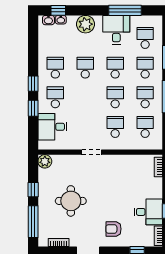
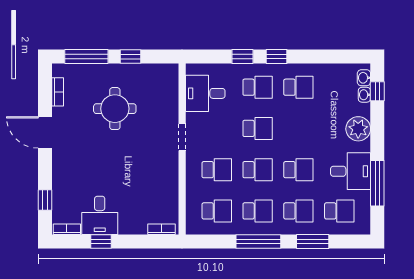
school desk: (85, 68) -> (258, 128), moved
desk: (52, 127) -> (205, 93), moved, turned -90
plant: (45, 161) -> (169, 73), removed
armchair: (113, 229) -> (76, 167), removed

